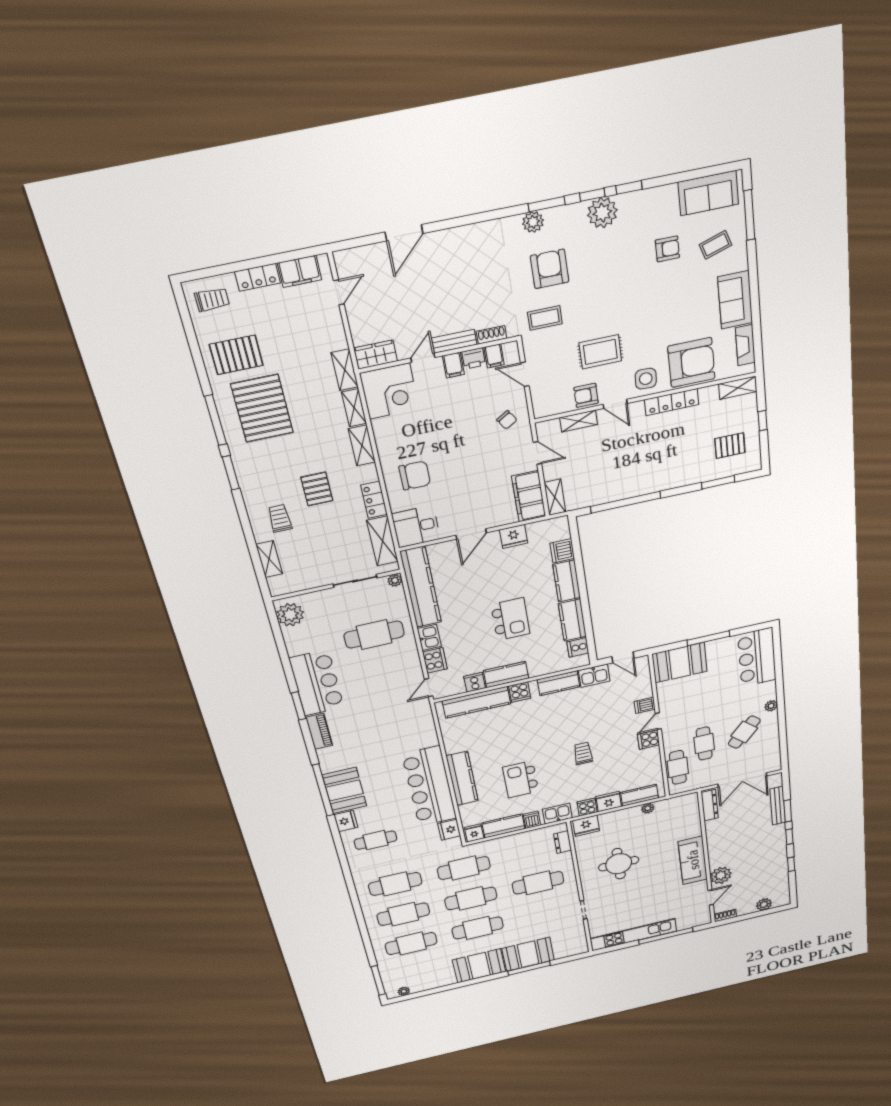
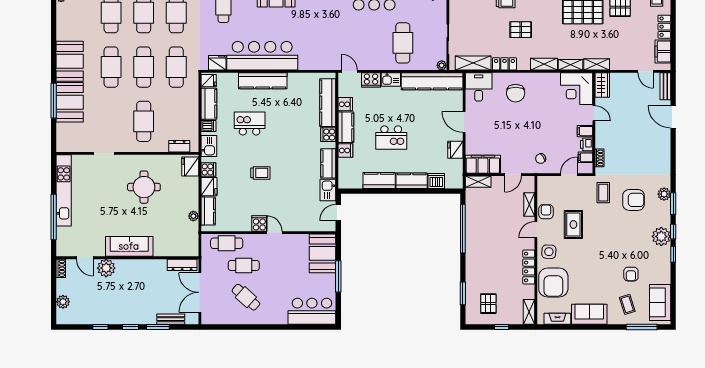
bench: (454, 341) -> (665, 86), moved
cooker: (578, 647) -> (345, 151), moved, turned 90
dishwasher: (645, 705) -> (292, 224), removed
plant: (771, 706) -> (265, 319), removed
bench: (778, 806) -> (171, 319), width x0.73

